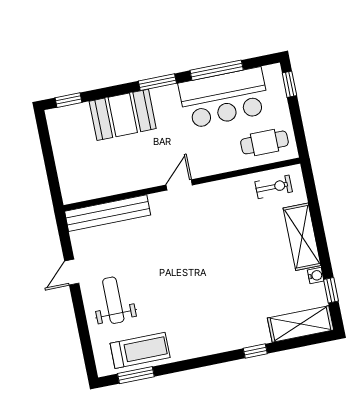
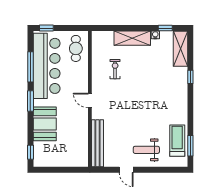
bar counter: (224, 98) -> (47, 66), width x1.36
exercise bike: (274, 187) -> (115, 69), moved

